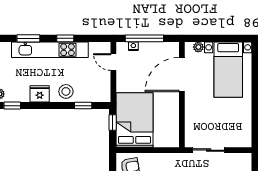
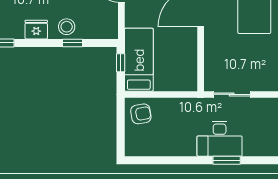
window: (83, 106) -> (73, 43), moved
bed: (134, 120) -> (139, 60), width x0.67

